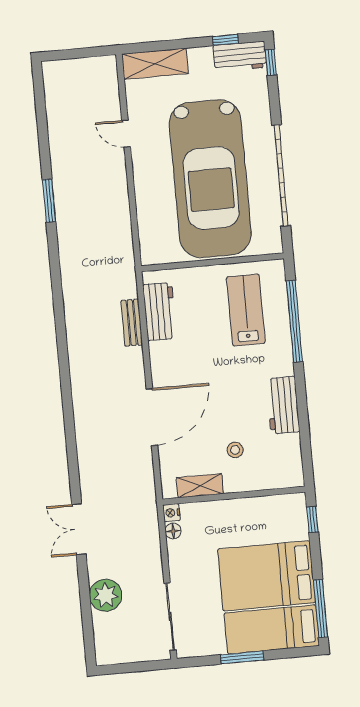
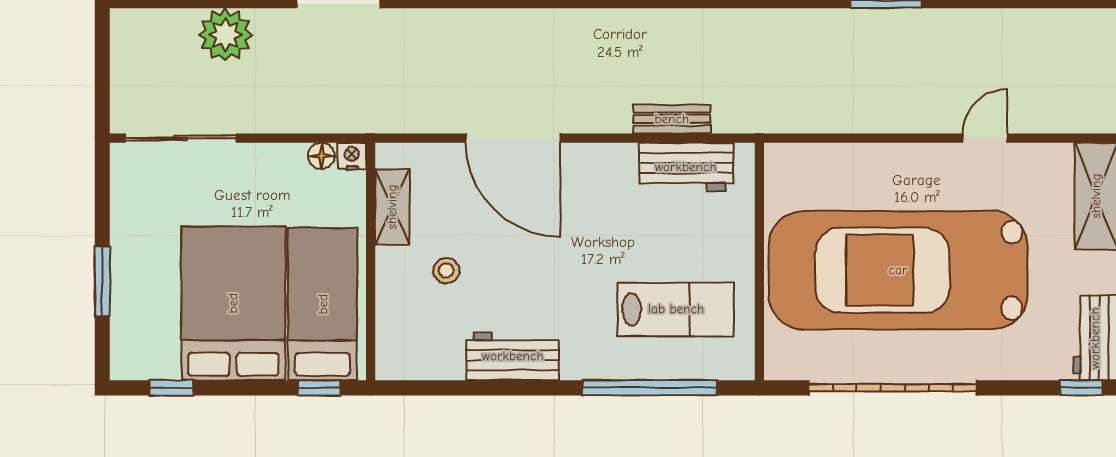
window: (321, 608) -> (172, 388), width x0.46
bed: (272, 629) -> (323, 304), moved
window: (242, 657) -> (102, 281), moved

